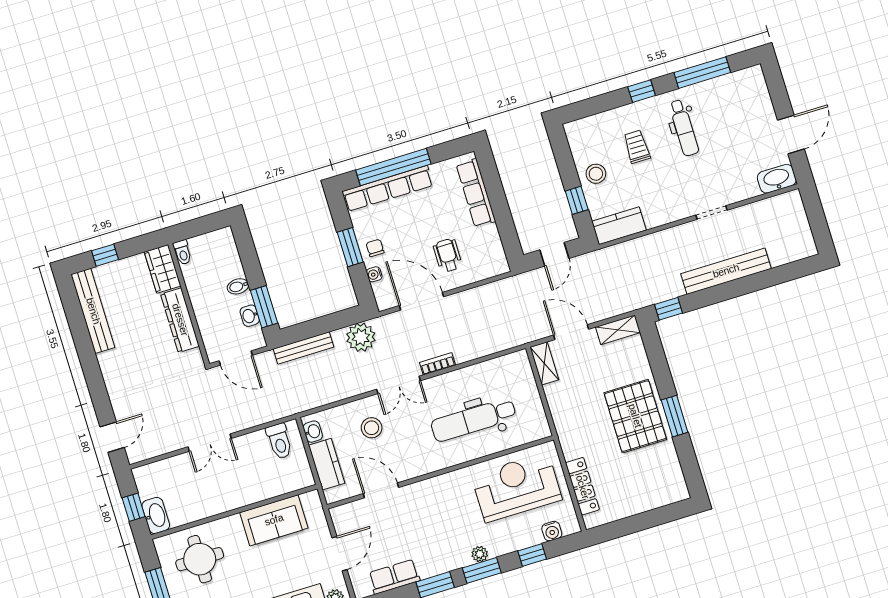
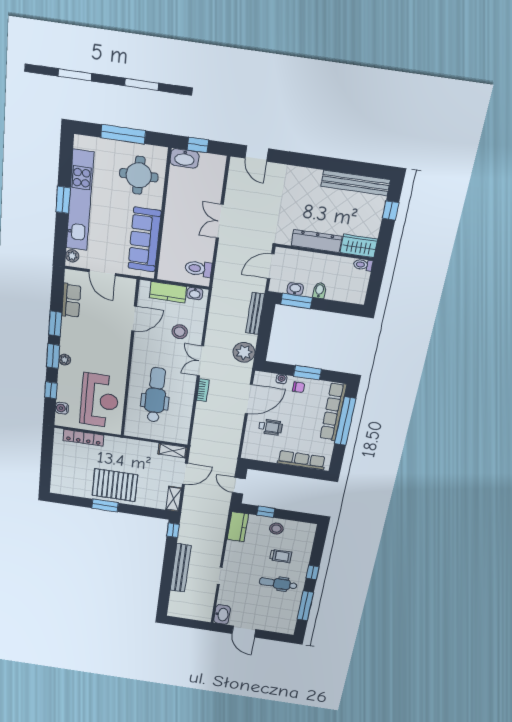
sofa: (274, 520) -> (144, 240), width x1.36

